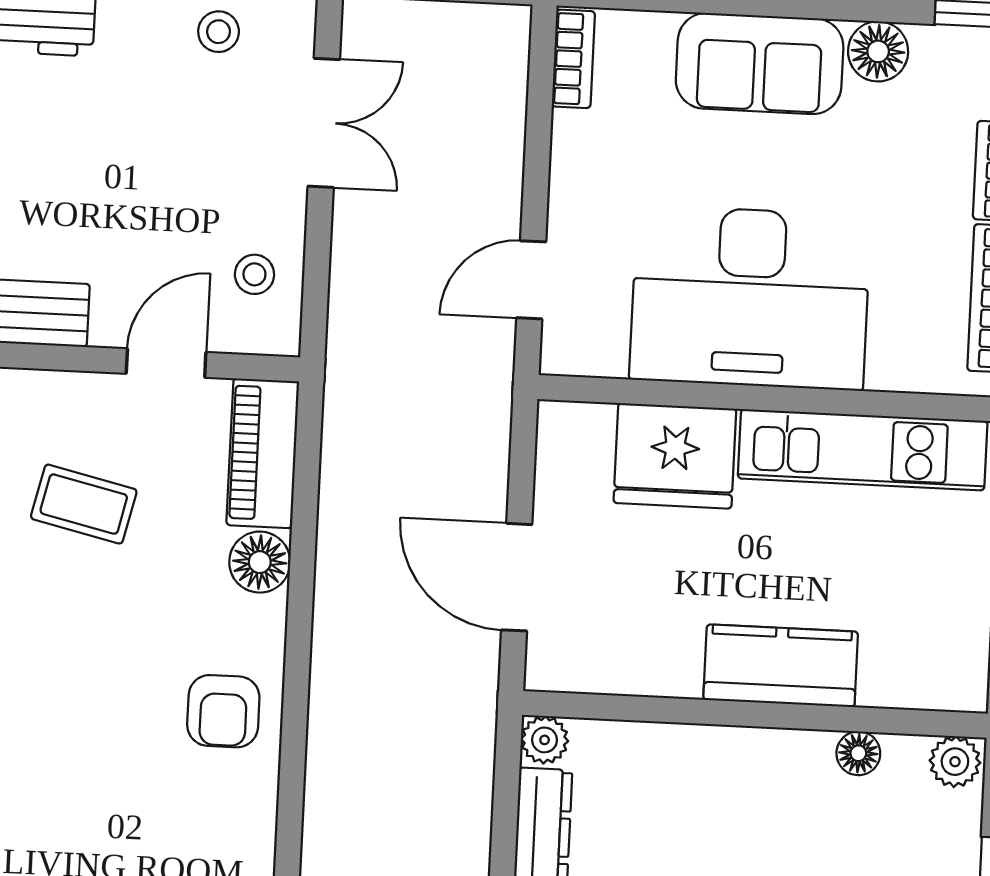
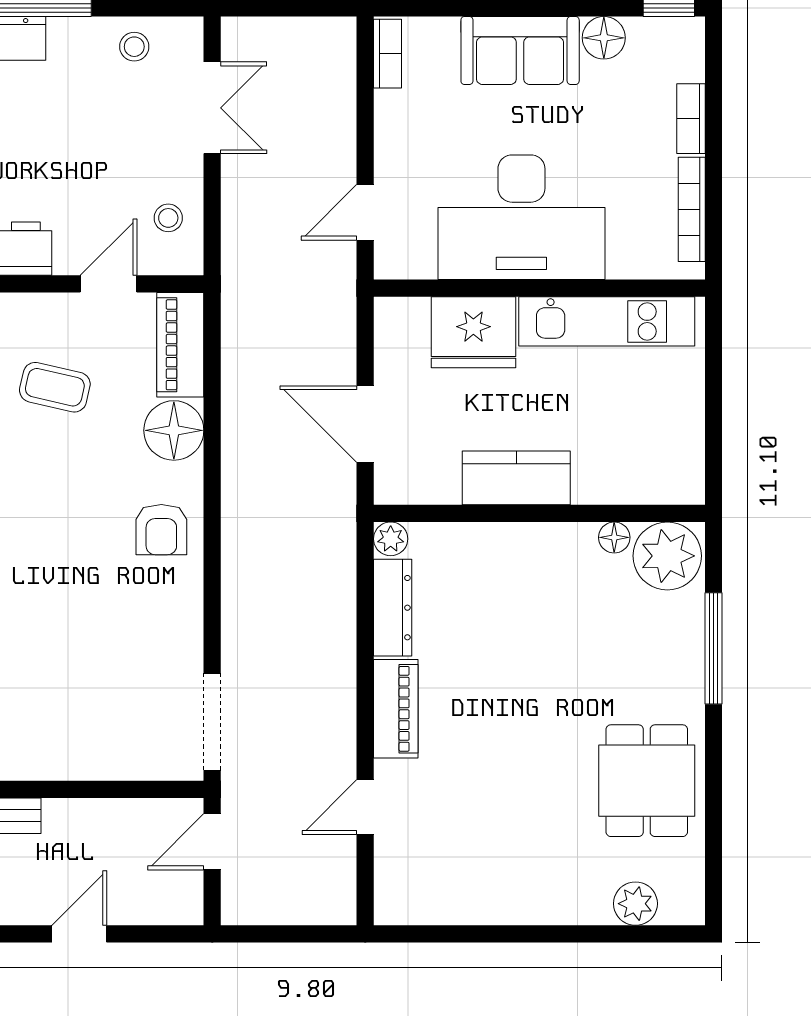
floor lamp: (260, 562) -> (174, 430), width x1.38, depth x1.38
kitchen counter: (781, 666) -> (516, 478), moved
plant: (955, 762) -> (667, 556), width x1.87, depth x1.87

